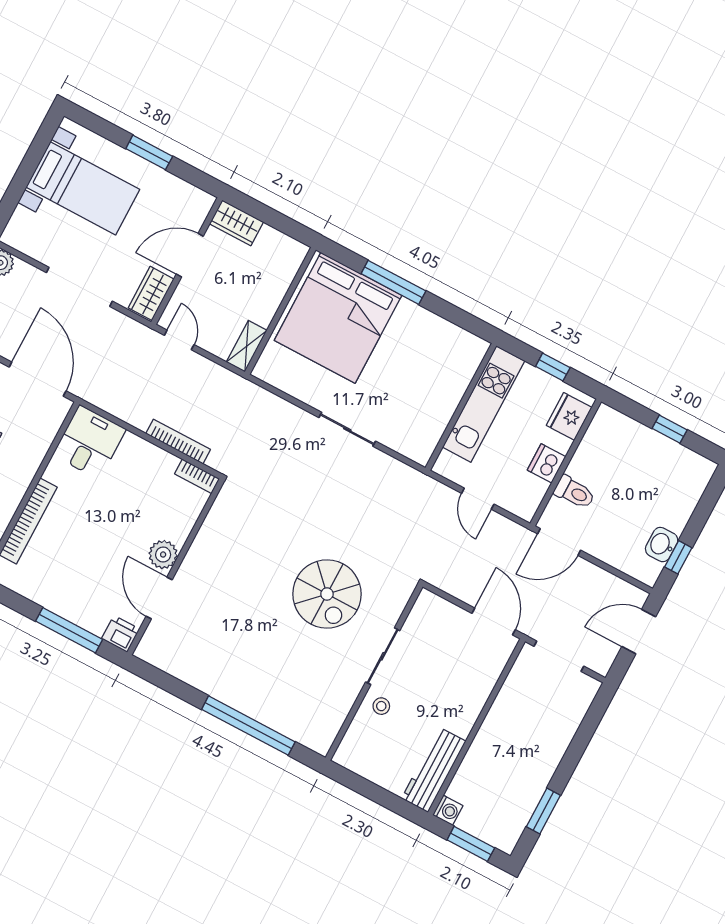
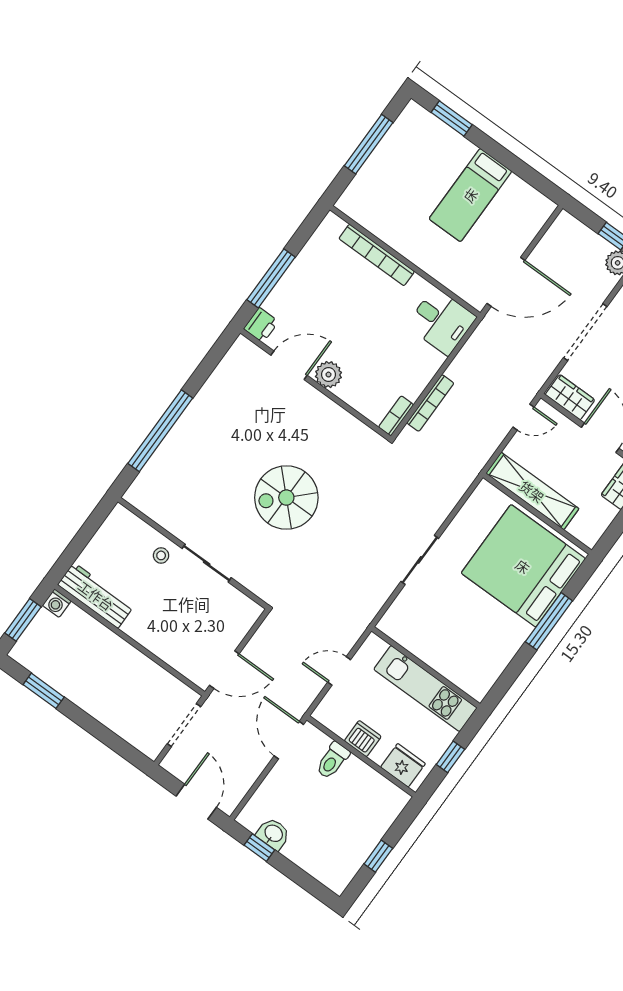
shelving: (247, 346) -> (532, 491), width x2.20, depth x1.33
spiral stairs: (327, 594) -> (286, 498), moved

